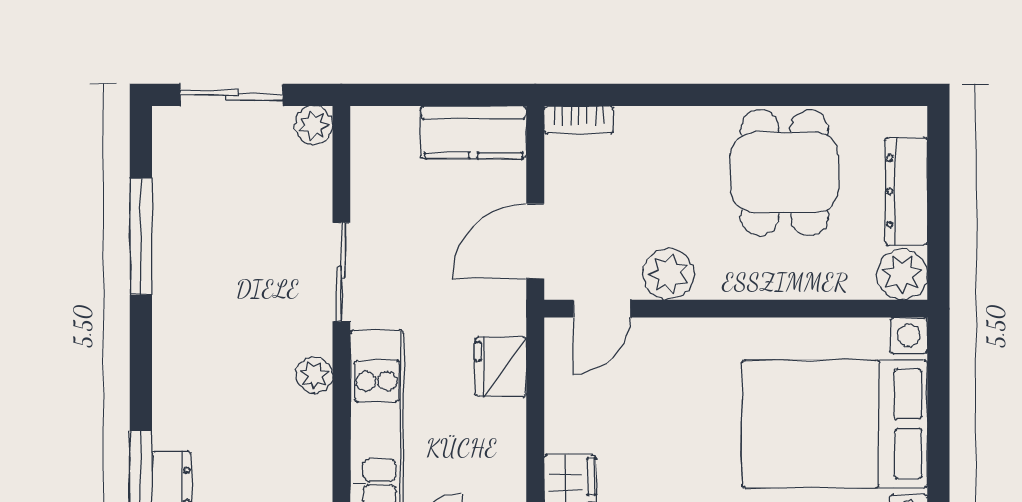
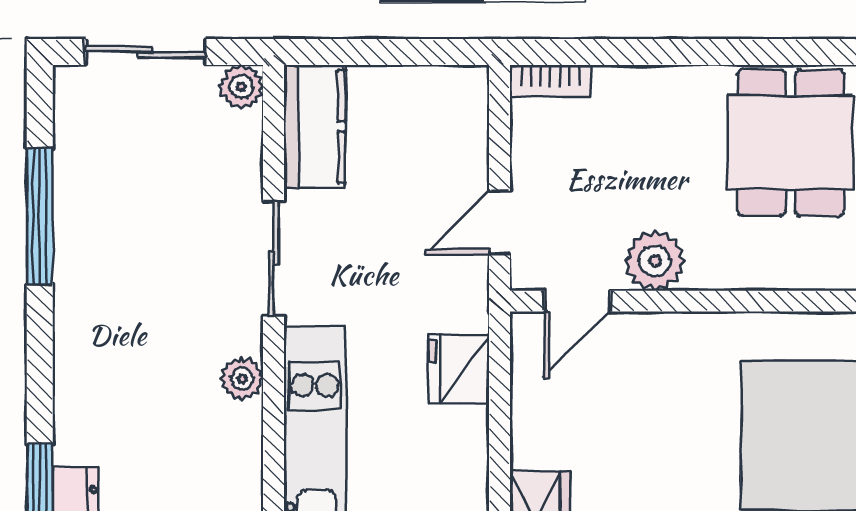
kitchen counter: (474, 132) -> (315, 126), moved, turned -90
door: (535, 241) -> (500, 222), width x0.73

